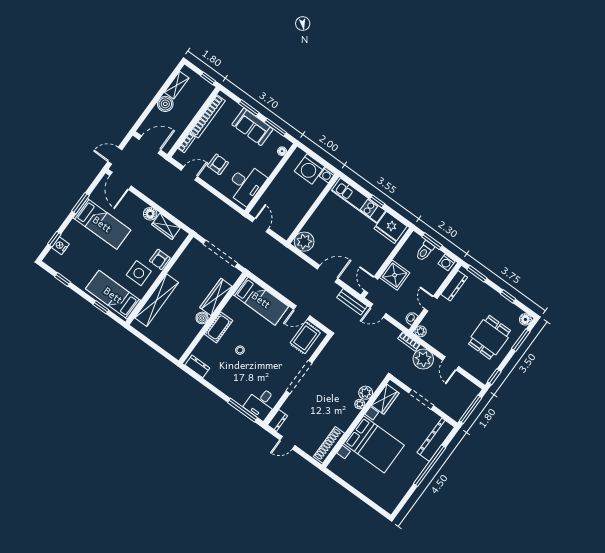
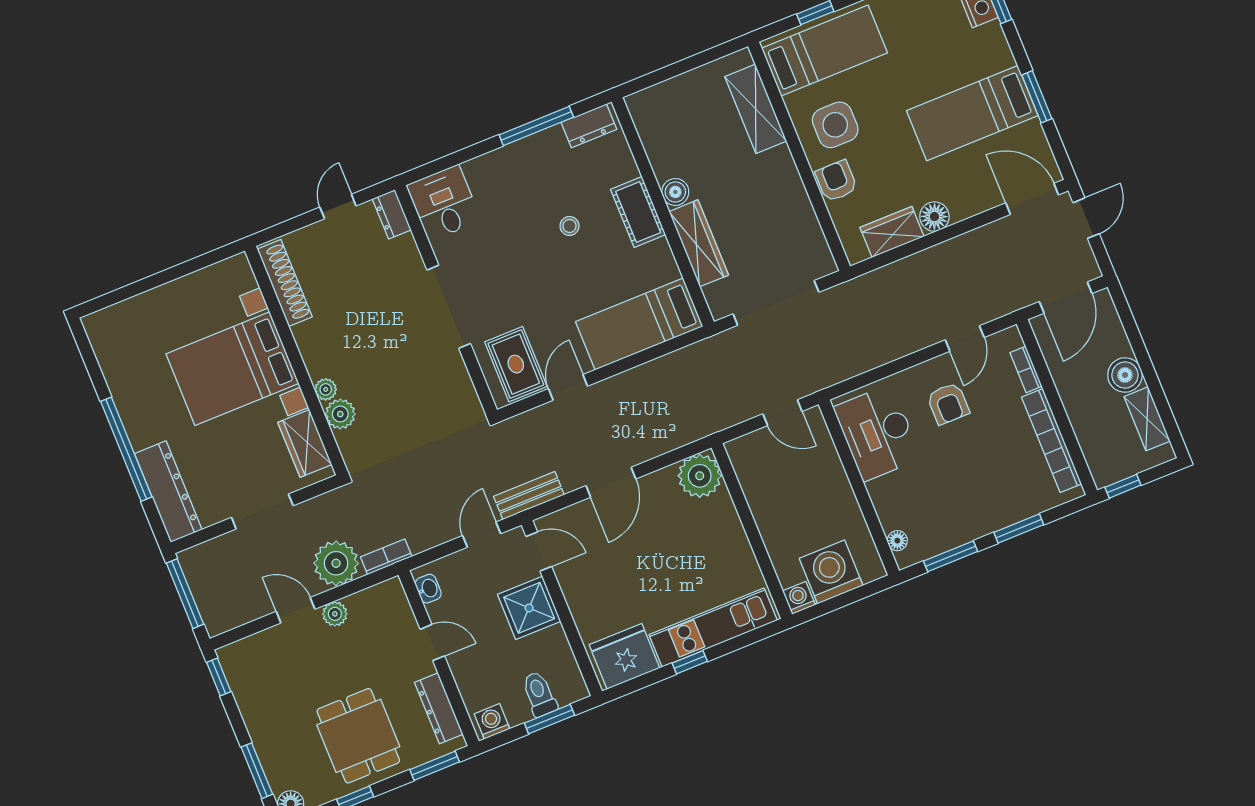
sofa: (252, 127) -> (979, 513), removed
shelving: (157, 300) -> (756, 109), width x0.68
plant: (421, 331) -> (335, 614), moved
dining table: (490, 337) -> (358, 736), moved
window: (242, 410) -> (536, 126), moved

